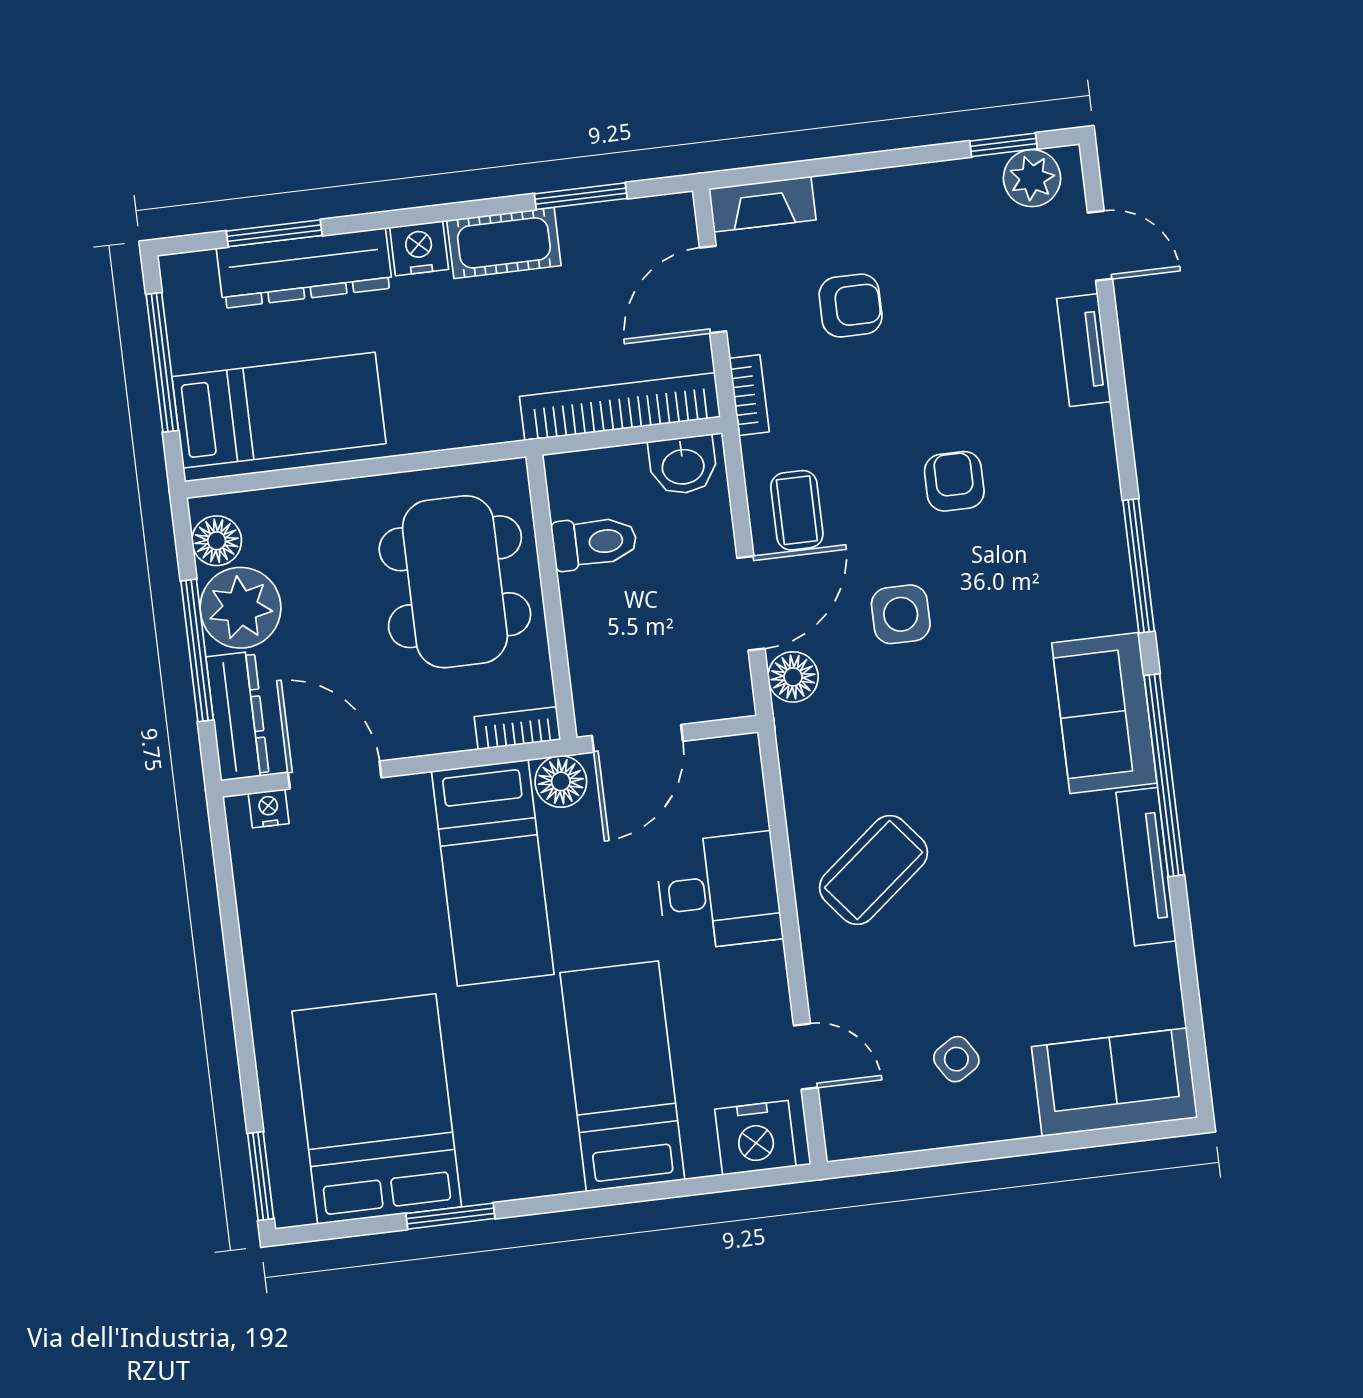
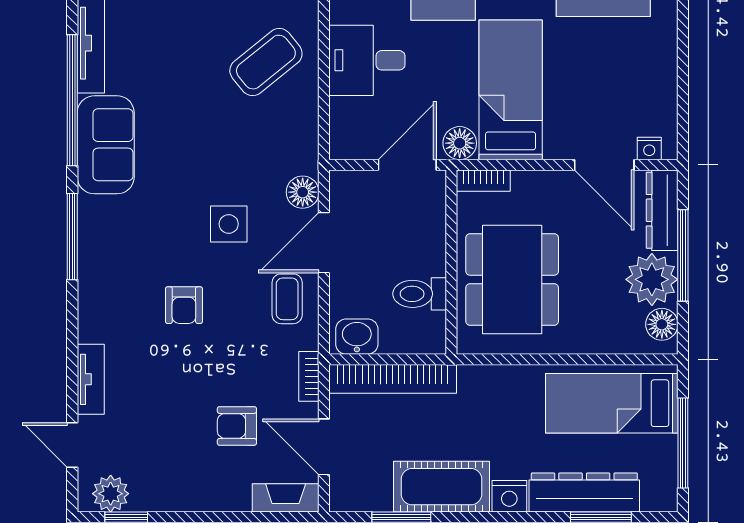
cot: (504, 243) -> (441, 487), width x1.37, depth x1.34
door: (713, 289) -> (324, 447), swing flipped

